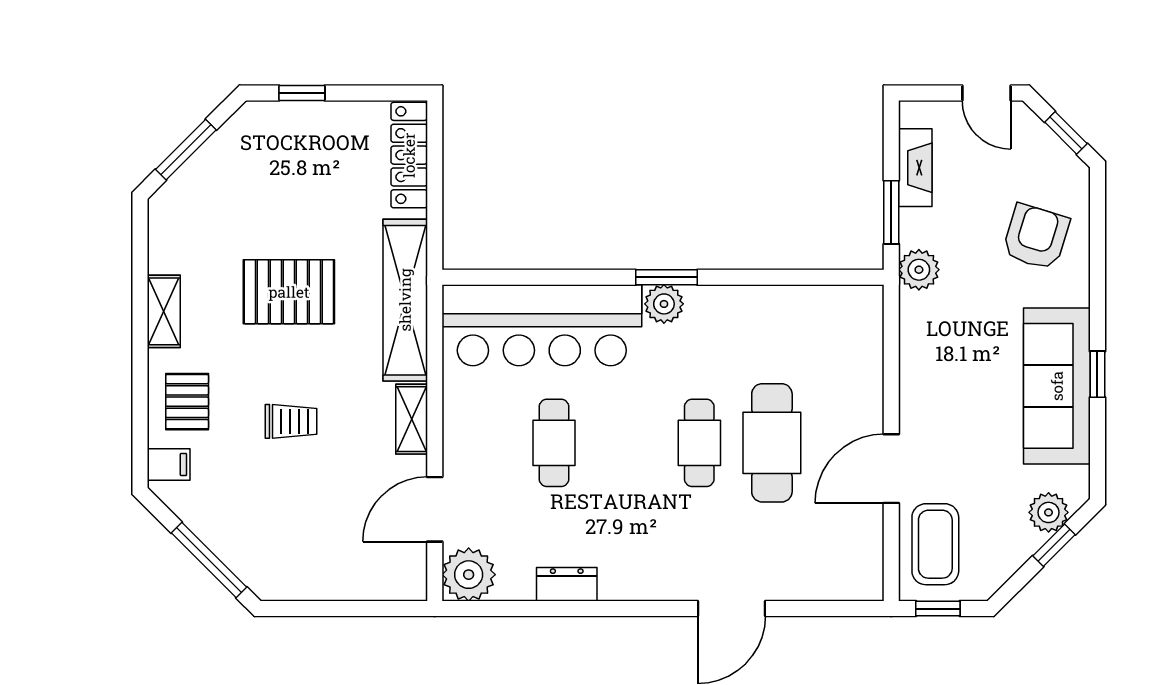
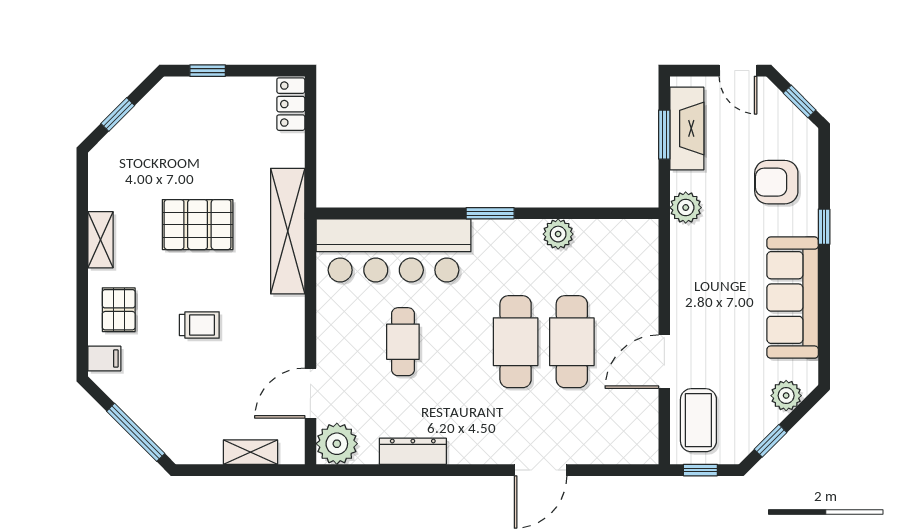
window: (186, 150) -> (118, 115), width x0.67
locker: (409, 155) -> (291, 104), width x0.66
fireplace: (915, 168) -> (687, 128), width x1.37, depth x1.32
window: (891, 212) -> (664, 135), moved
armchair: (1036, 237) -> (776, 182), turned -107
plant: (664, 304) -> (558, 234), moved
window: (1097, 374) -> (824, 227), moved
shelving: (412, 419) -> (251, 452), moved, turned 90
cafe table: (699, 443) -> (516, 342), width x1.37, depth x1.35
window: (1054, 545) -> (771, 441), moved
dresser: (567, 584) -> (413, 451), width x1.44

